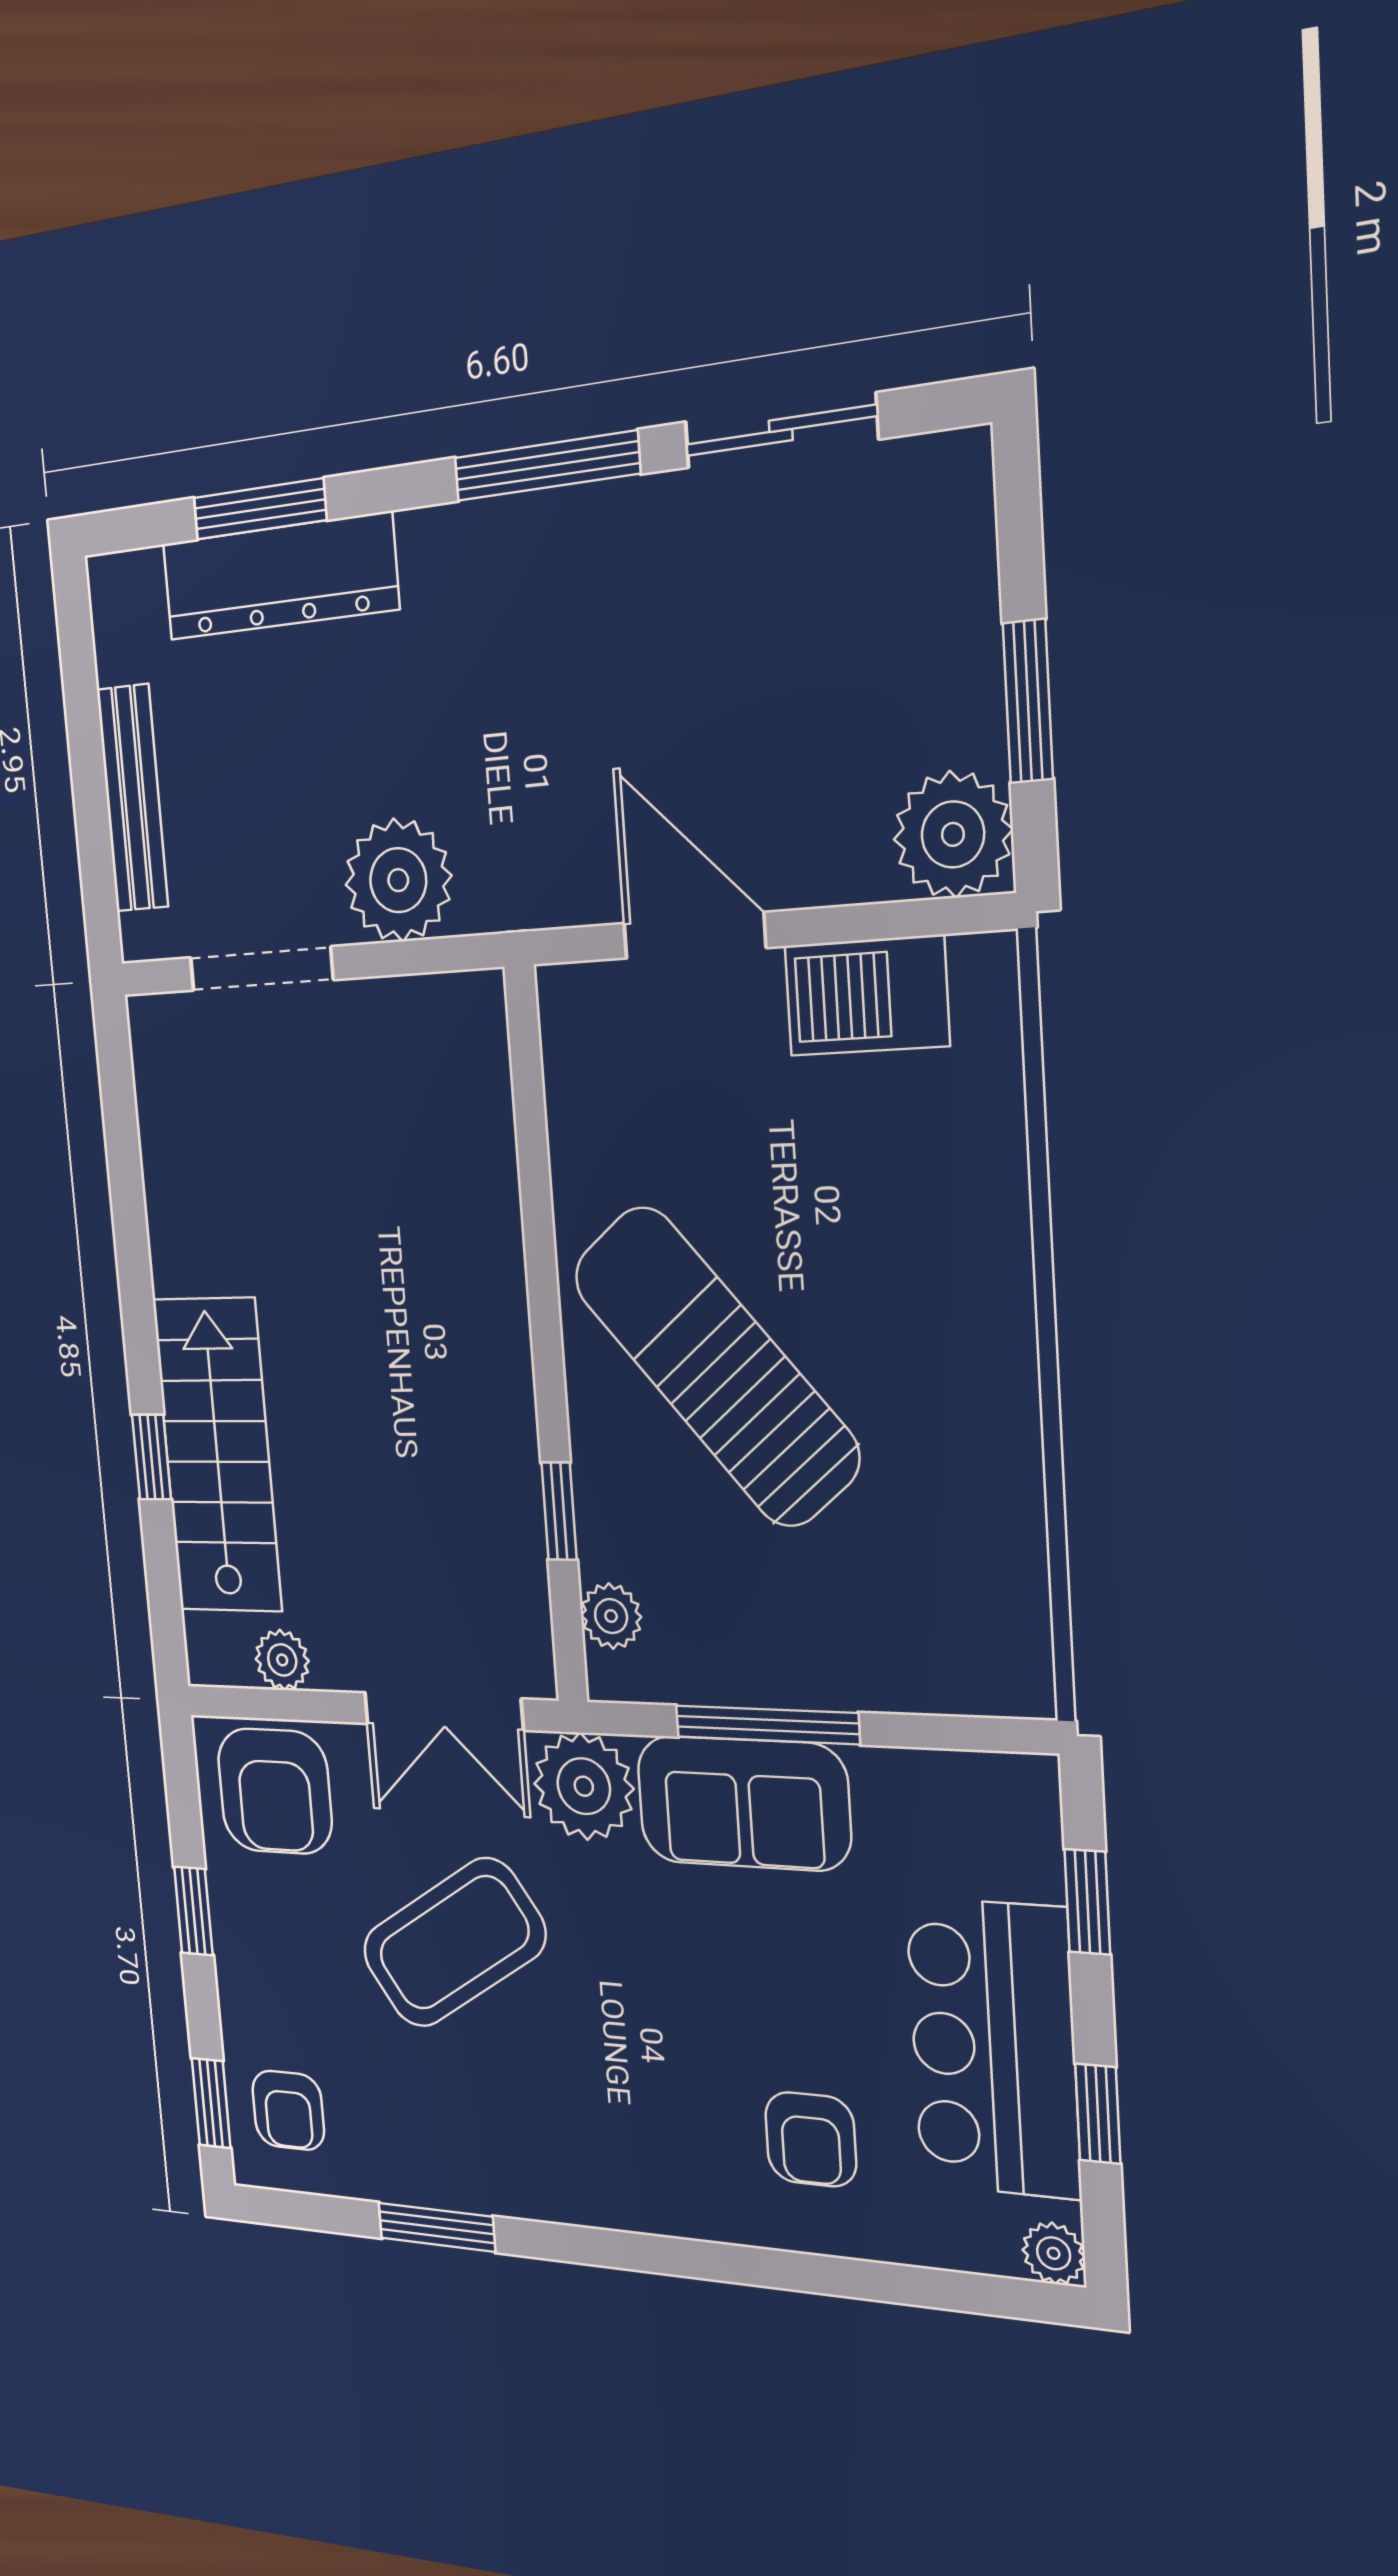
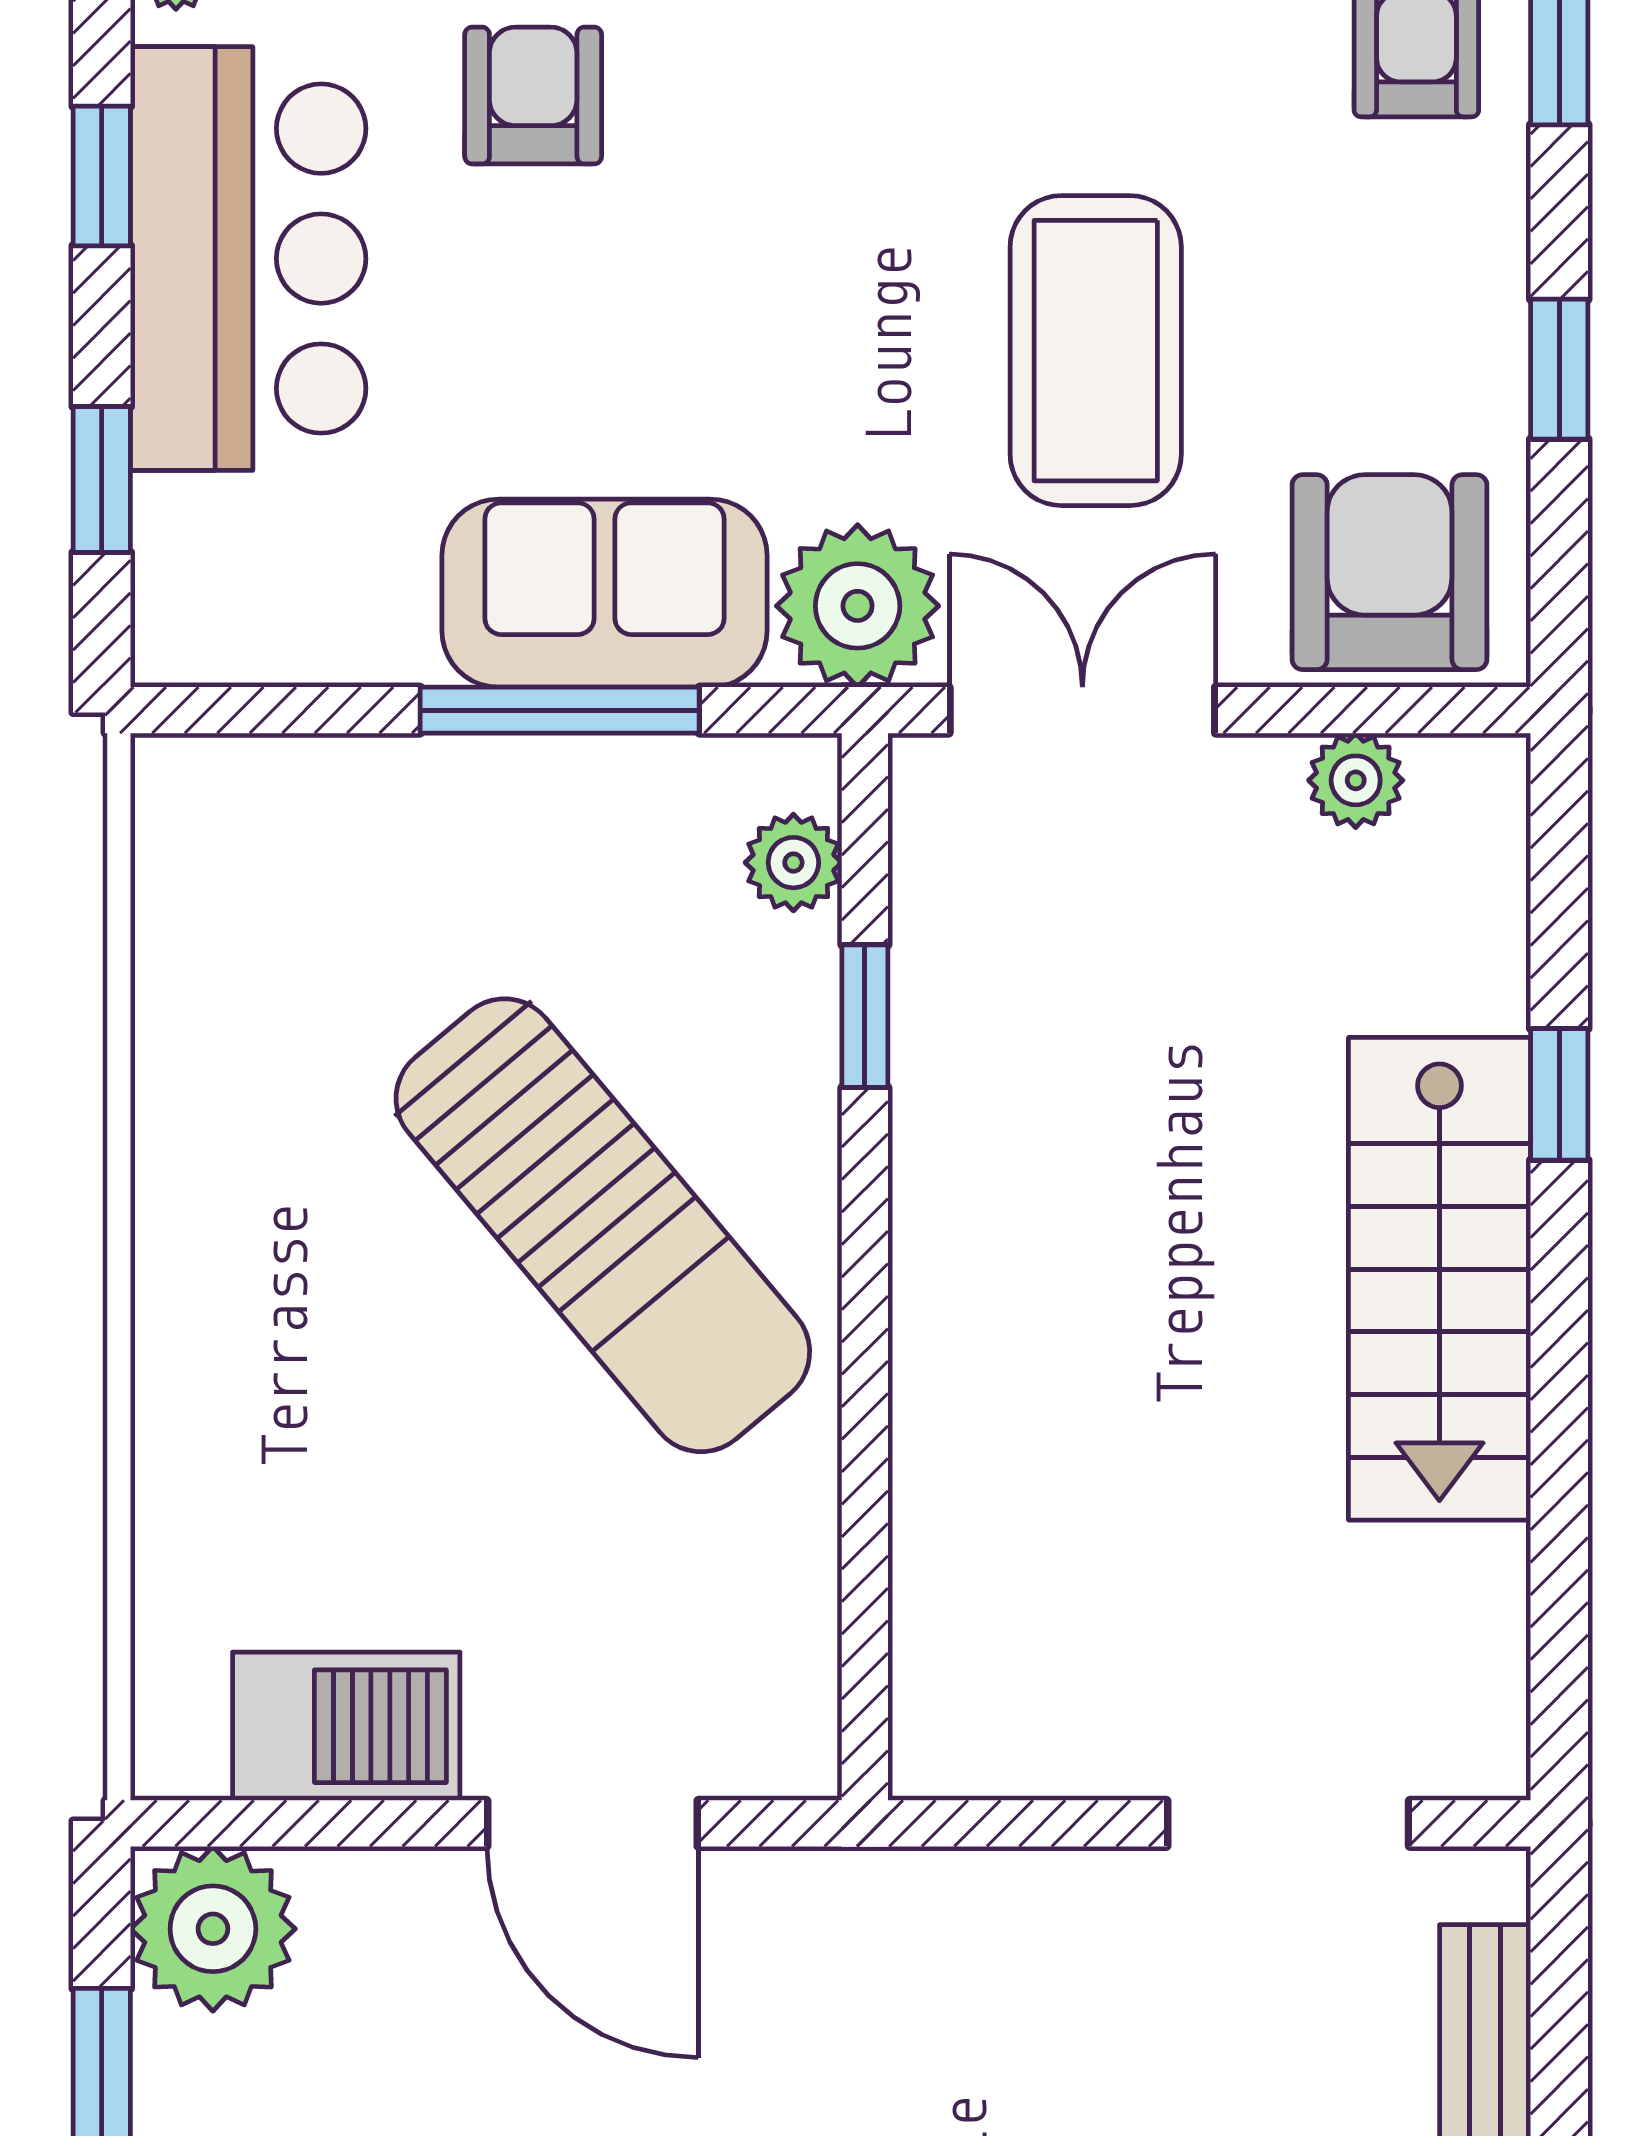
plant: (398, 880) -> (1048, 1933), removed
stairs: (217, 1455) -> (1439, 1279), moved
coffee table: (454, 1943) -> (1096, 351), turned -57

